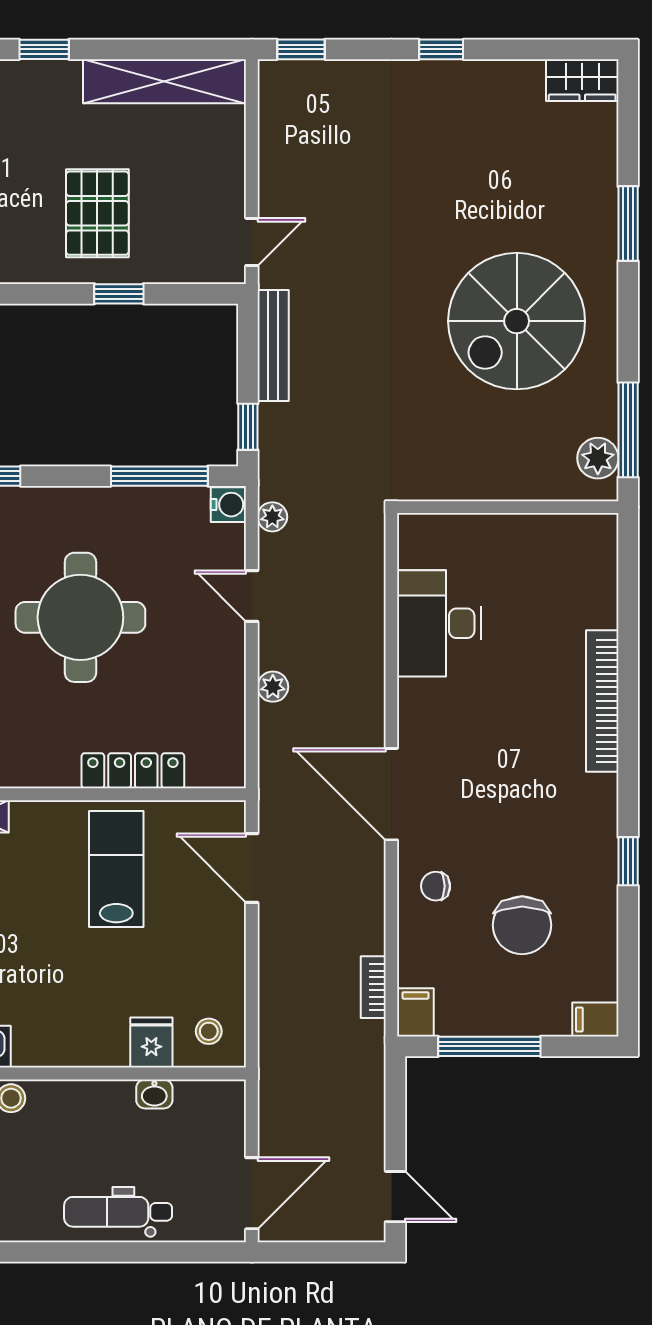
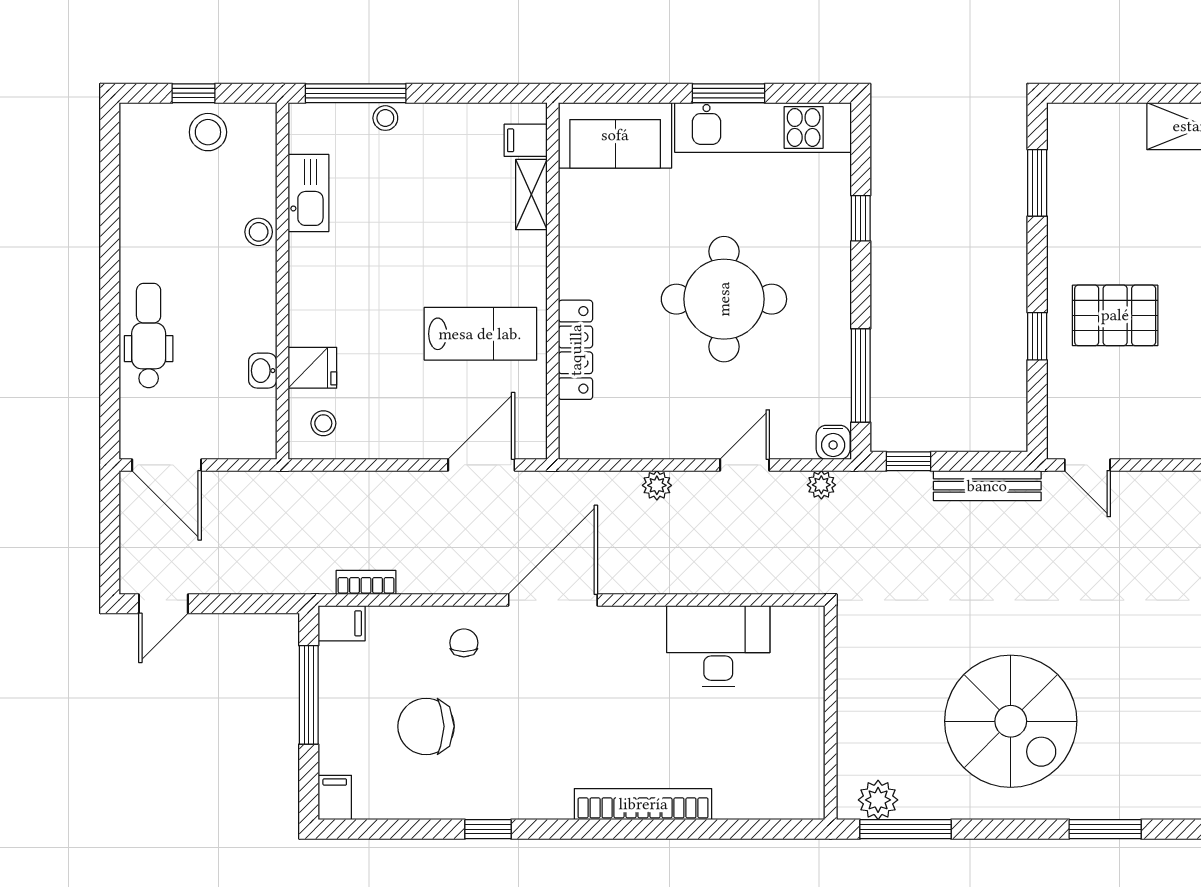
spiral stairs: (517, 321) -> (1011, 721), turned 180

